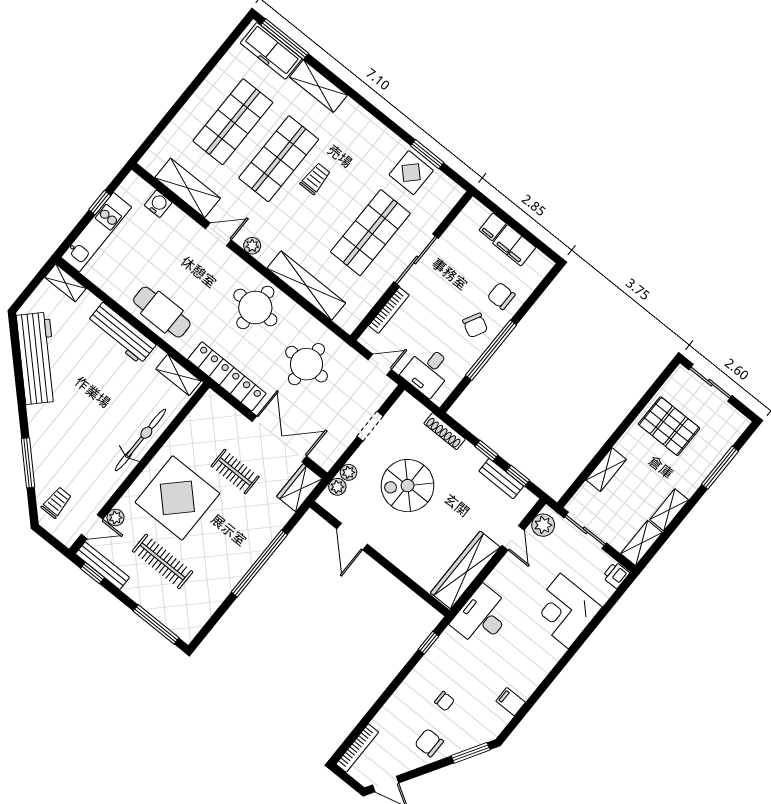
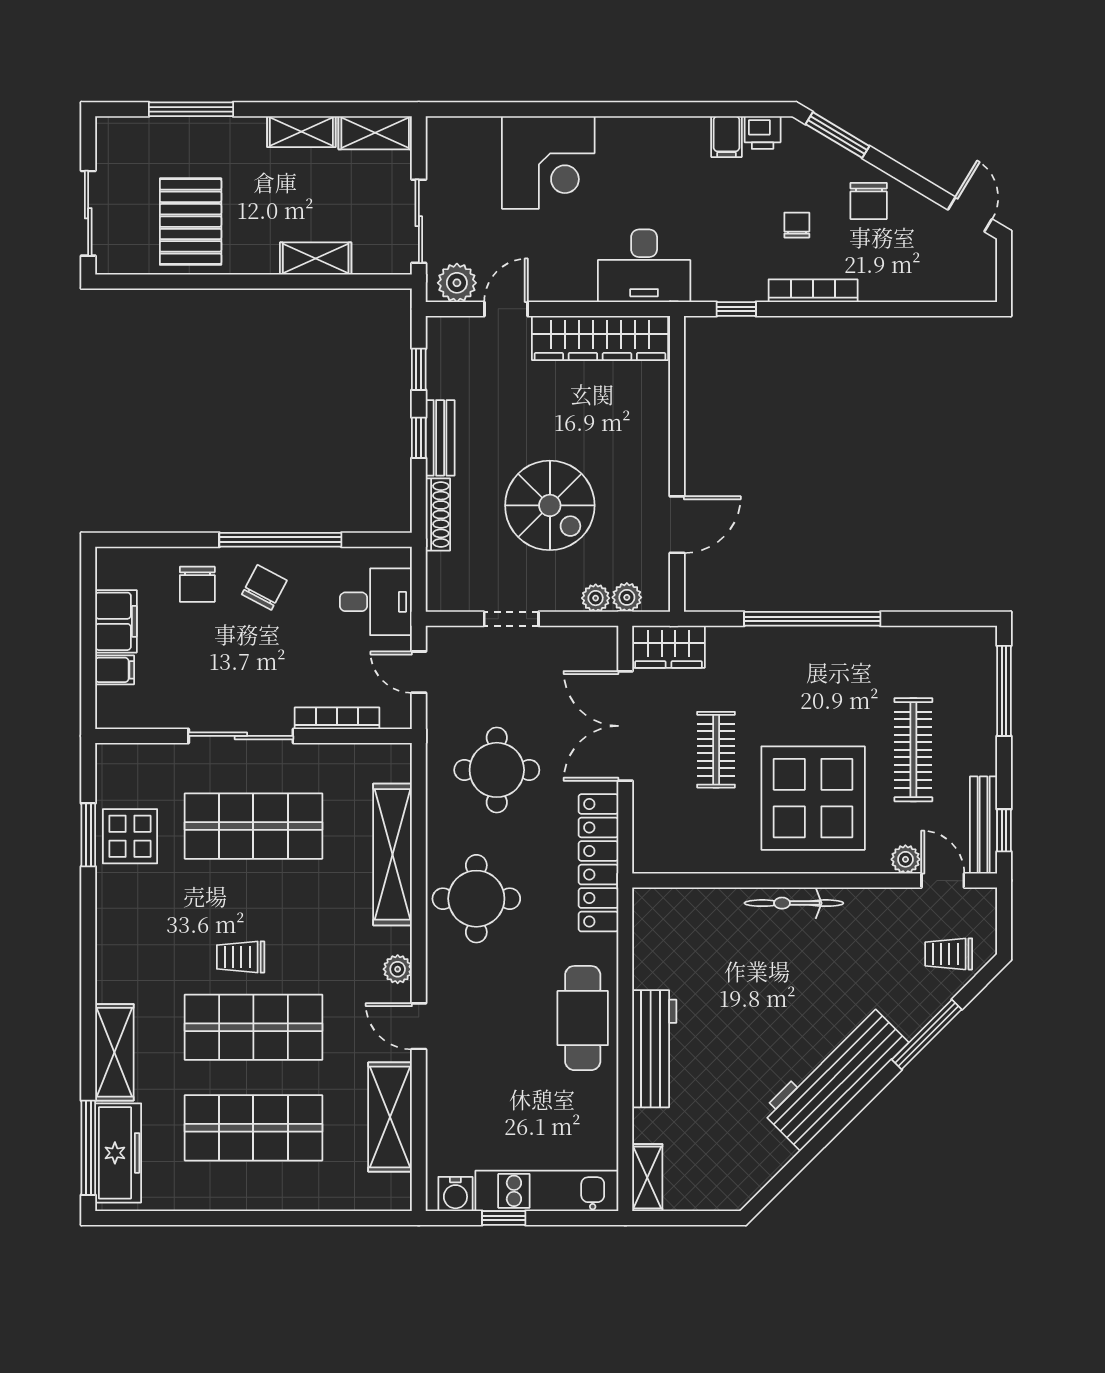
water cooler: (158, 204) -> (455, 1194), moved, turned -90
workbench: (37, 358) -> (835, 1077), moved
shelving: (178, 375) -> (649, 929), removed
bicycle: (140, 440) -> (794, 903), width x0.73, depth x0.71
bench: (501, 479) -> (440, 438), moved
printer: (616, 575) -> (763, 133), moved
bookcase: (357, 748) -> (813, 291), moved

